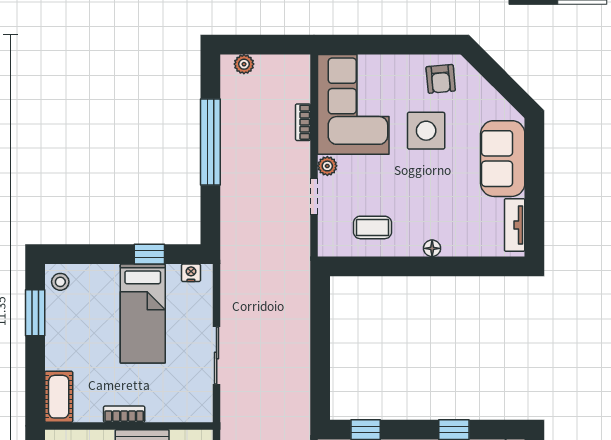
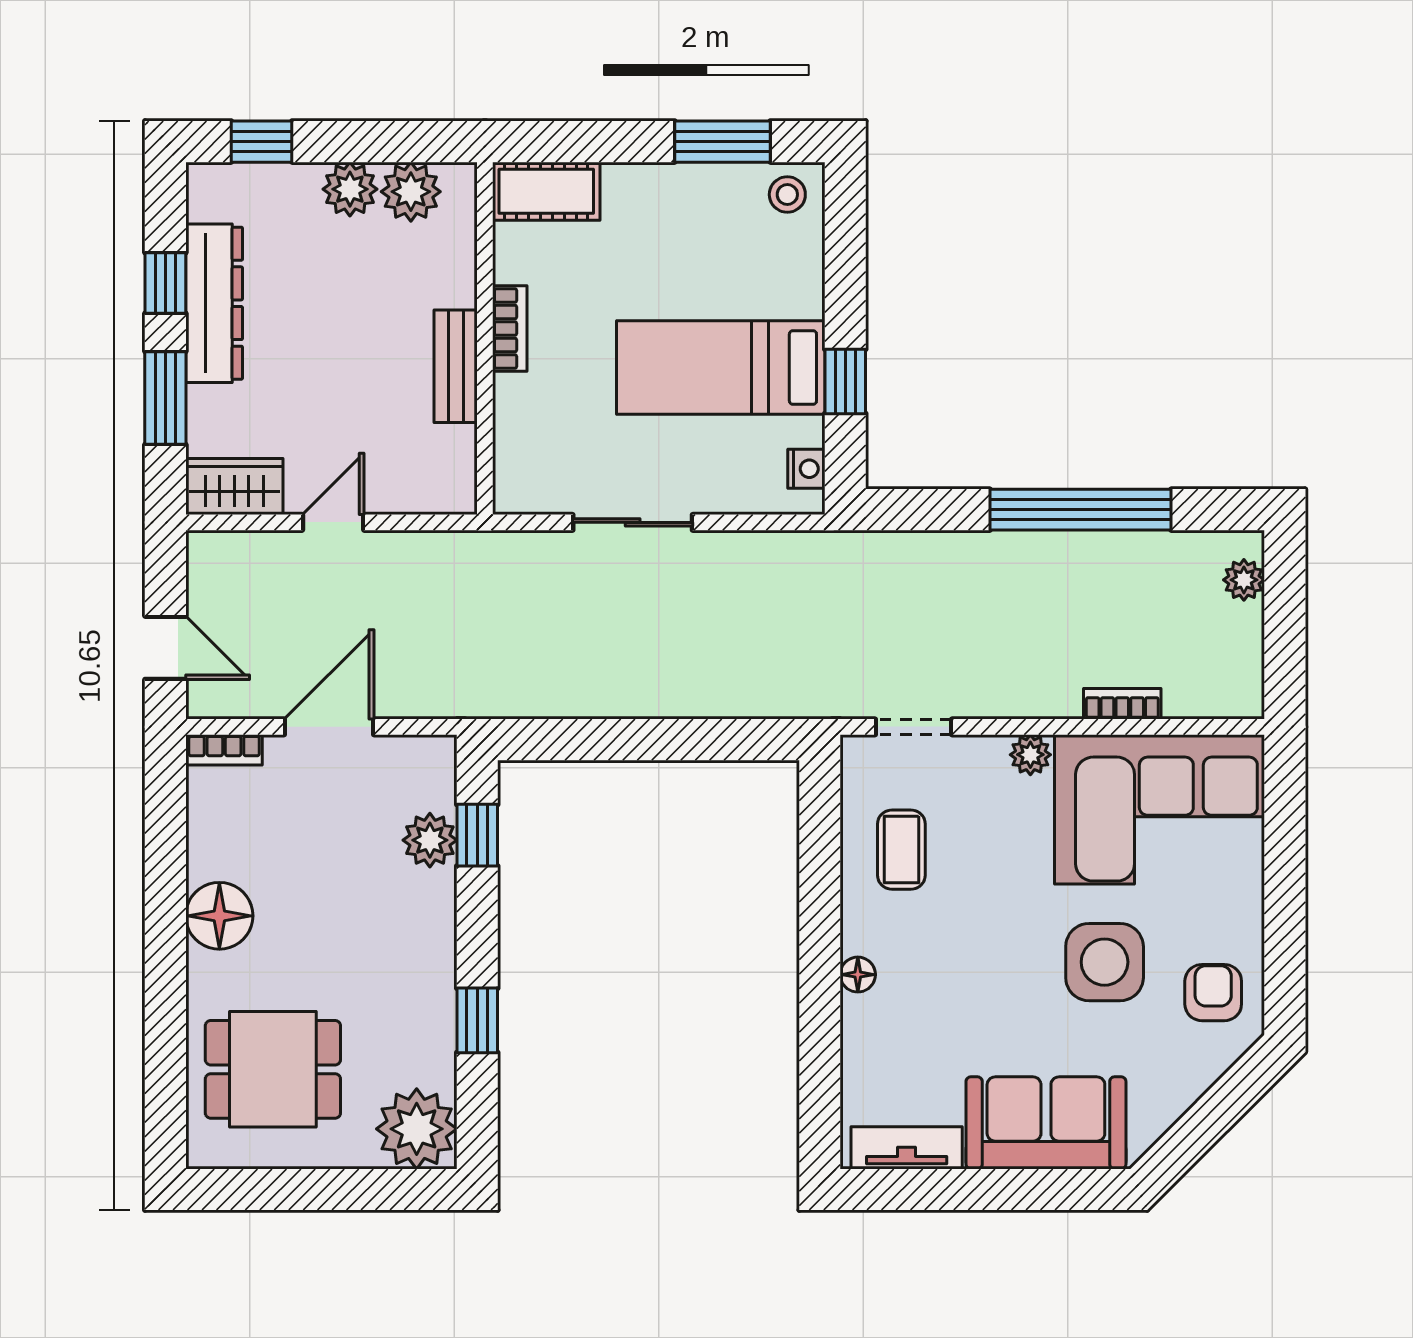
armchair: (441, 79) -> (1213, 993), turned 95
doorway: (314, 196) -> (914, 727), moved

